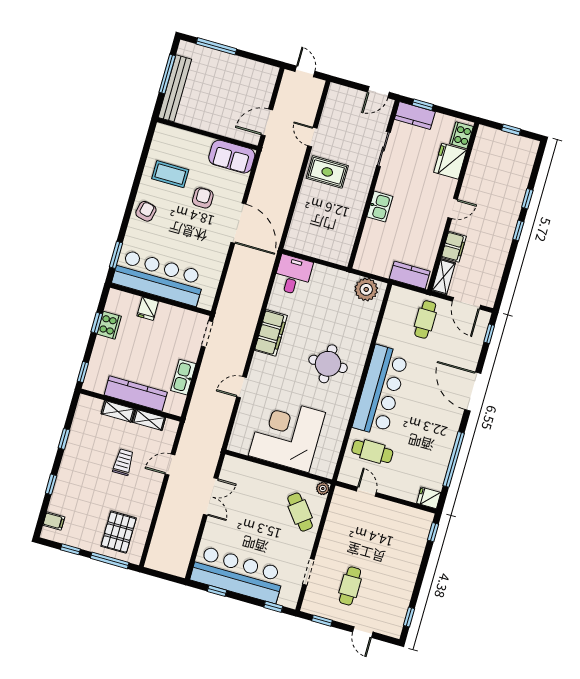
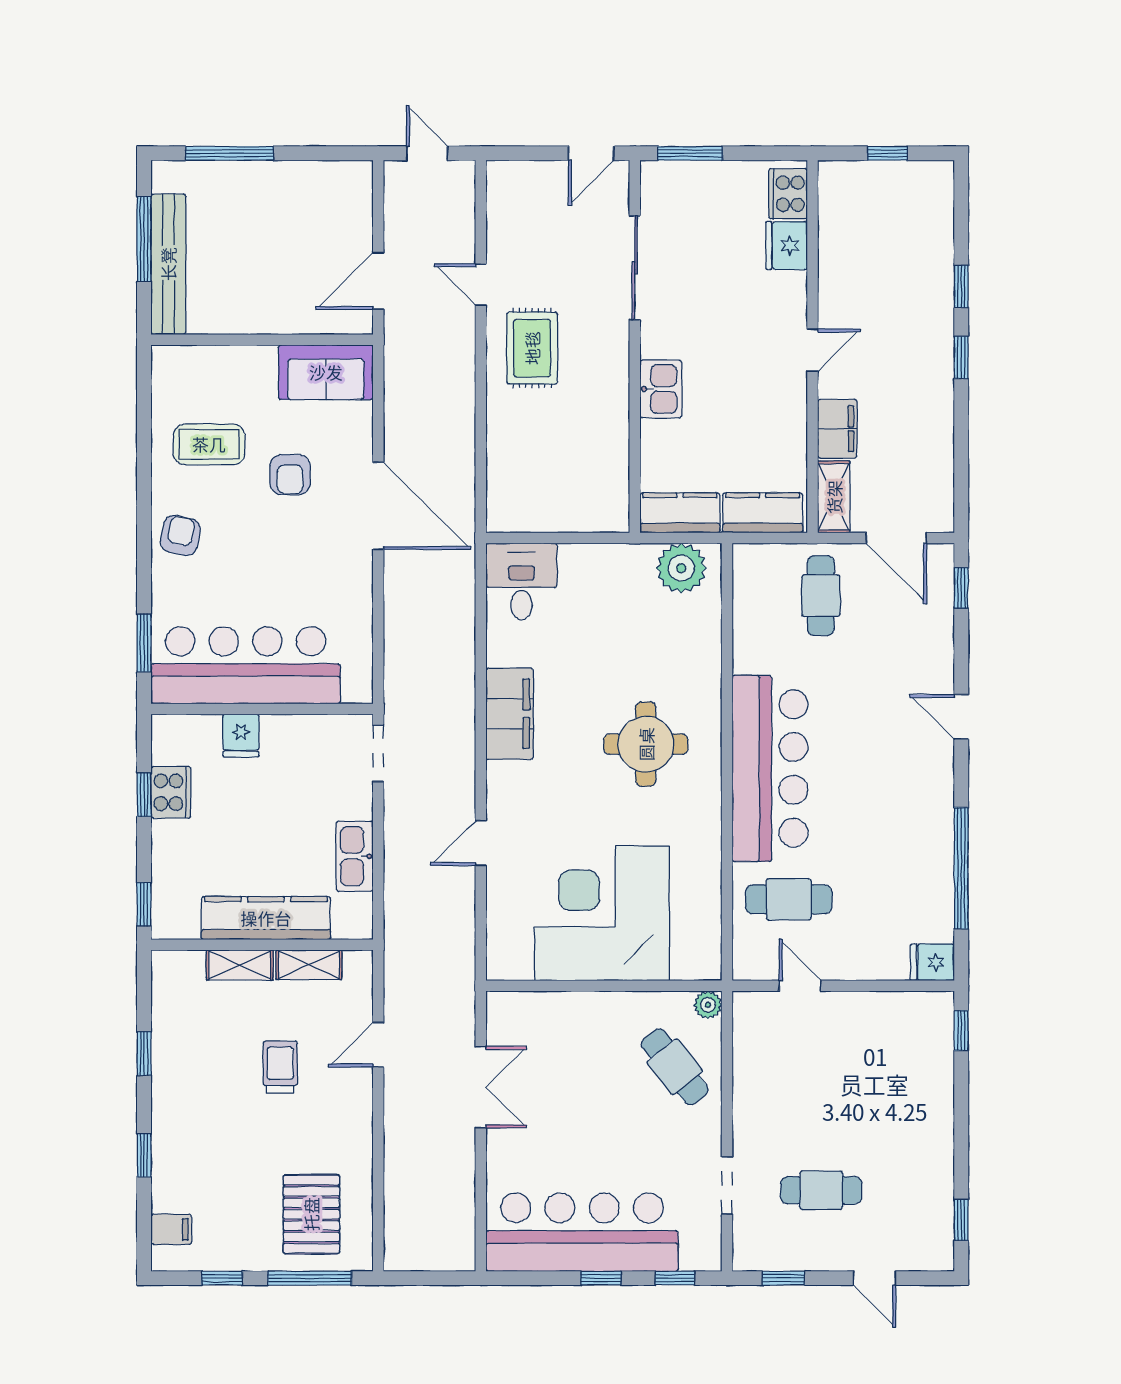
window: (423, 105) -> (690, 153), width x1.50
kitchen counter: (415, 115) -> (680, 513), moved, turned 180
sliding door: (383, 149) -> (635, 268), width x1.37
fridge: (450, 161) -> (787, 246), width x0.73, depth x0.75
rug: (327, 172) -> (532, 348), turned 90
armchair: (203, 198) -> (290, 475), turned 180
door: (473, 392) -> (961, 717), width x0.53
cafe table: (350, 586) -> (821, 1190), turned 90
window: (217, 591) -> (601, 1278), moved

